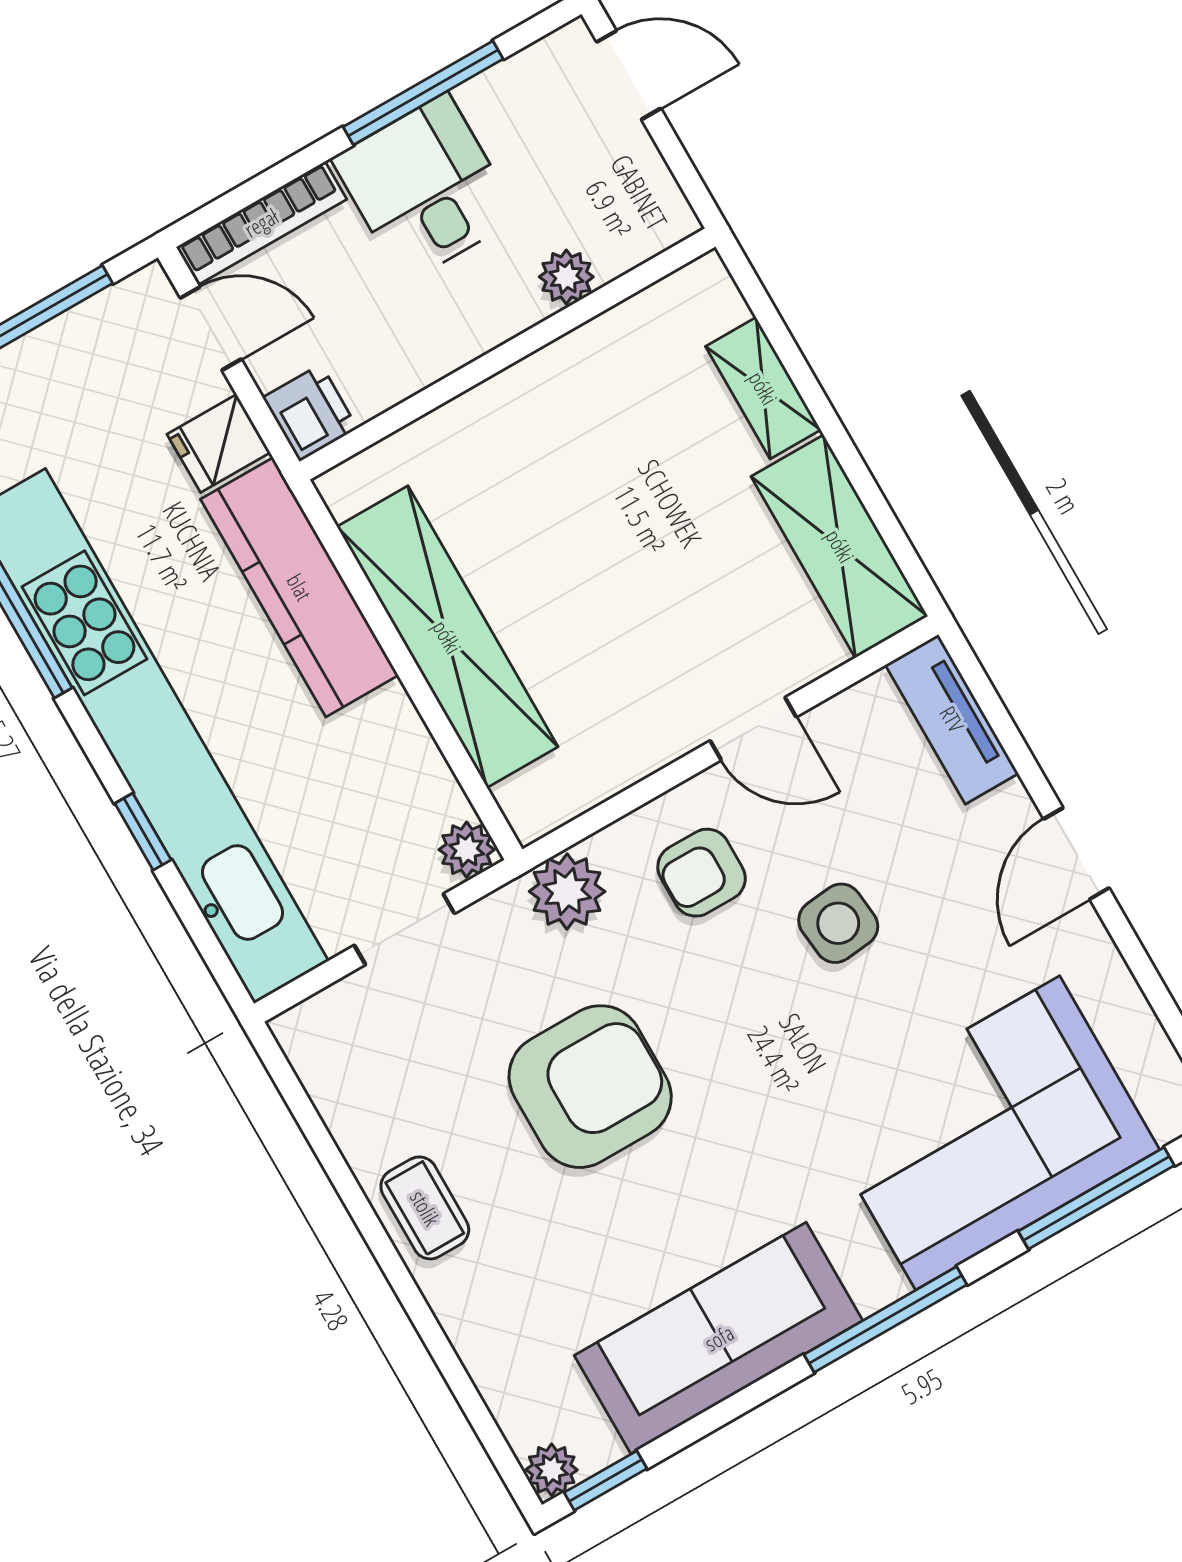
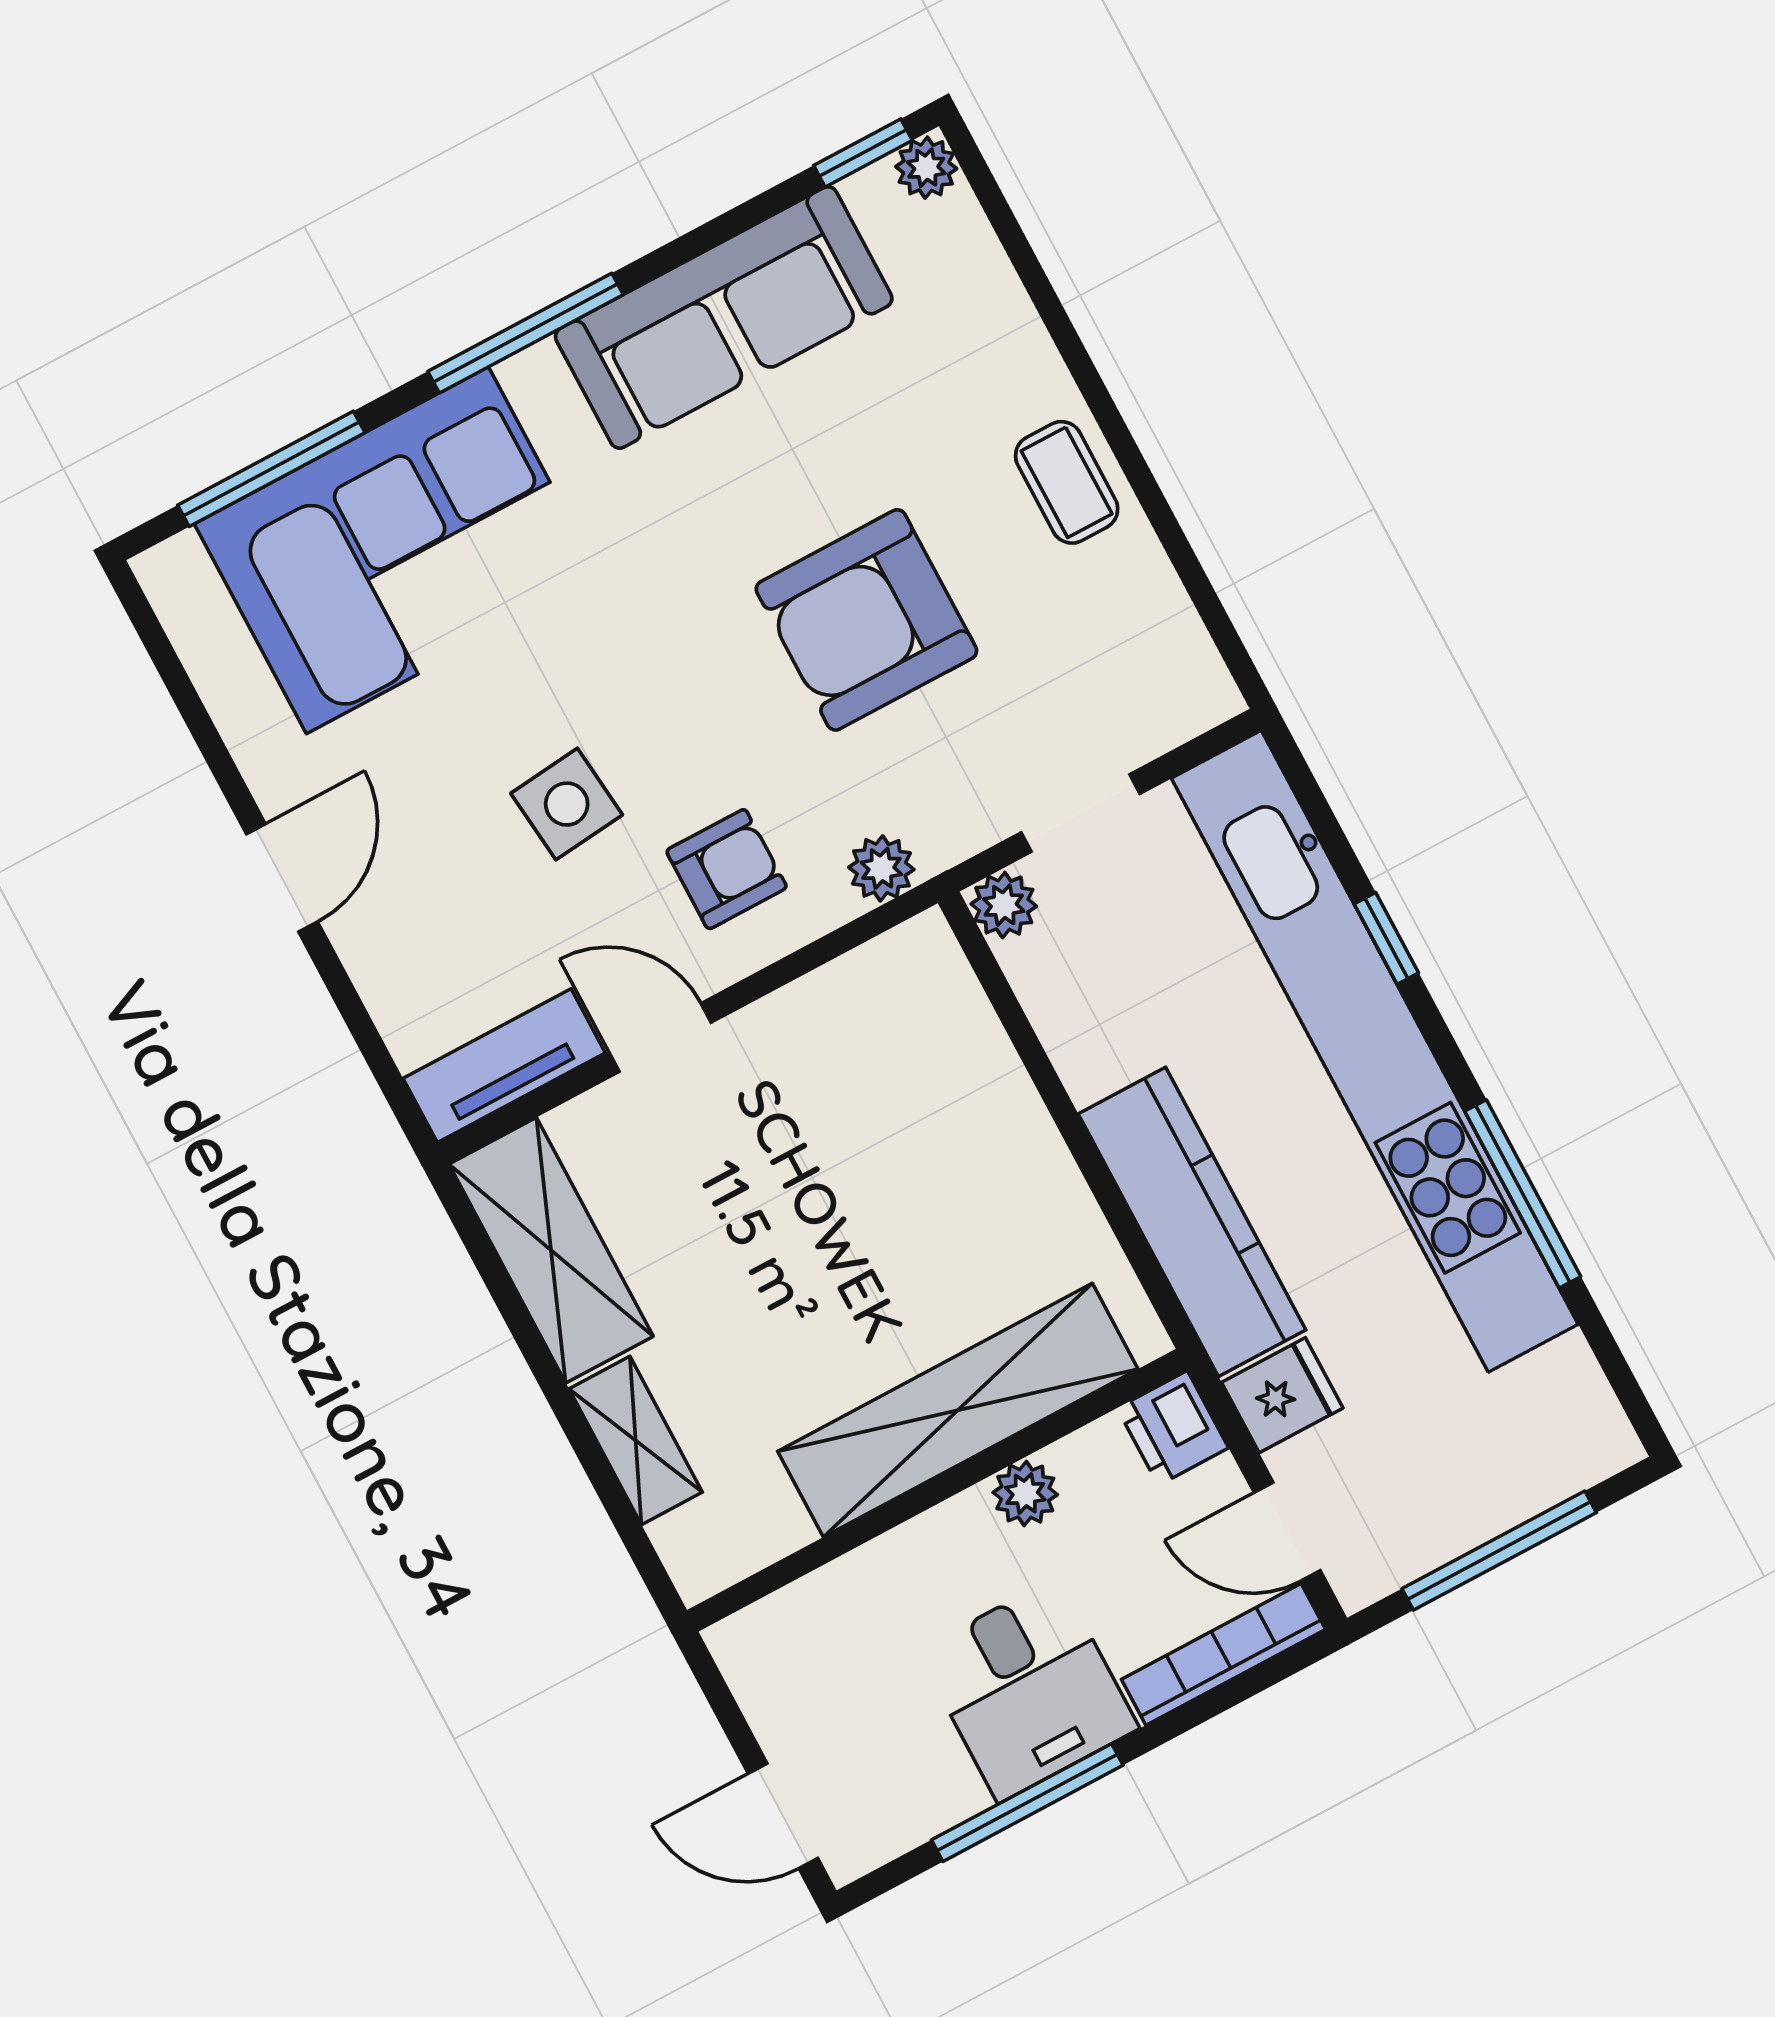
plant: (566, 277) -> (1025, 1494), moved
shelving: (447, 637) -> (958, 1410), moved, turned 90
tv unit: (952, 719) -> (504, 1066), moved, turned -90
plant: (567, 891) -> (881, 868), width x0.73, depth x0.73

